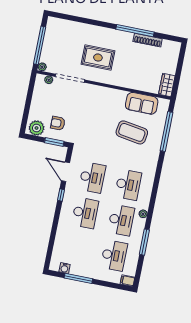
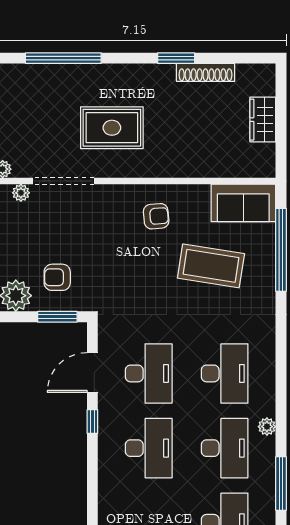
window: (82, 20) -> (63, 58), added
window: (135, 31) -> (176, 58), width x0.47
wardrobe: (167, 85) -> (263, 120), moved
sofa: (142, 103) -> (243, 203), moved
armchair: (111, 104) -> (156, 216), added
door: (66, 172) -> (92, 372), hinge flipped

